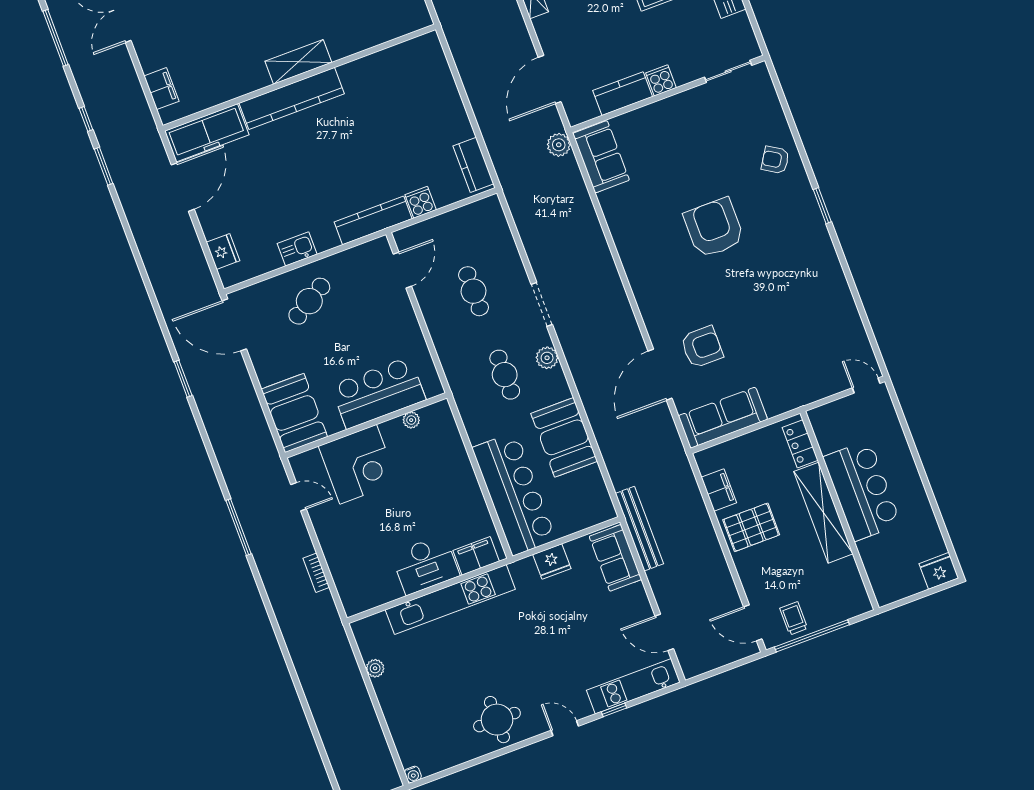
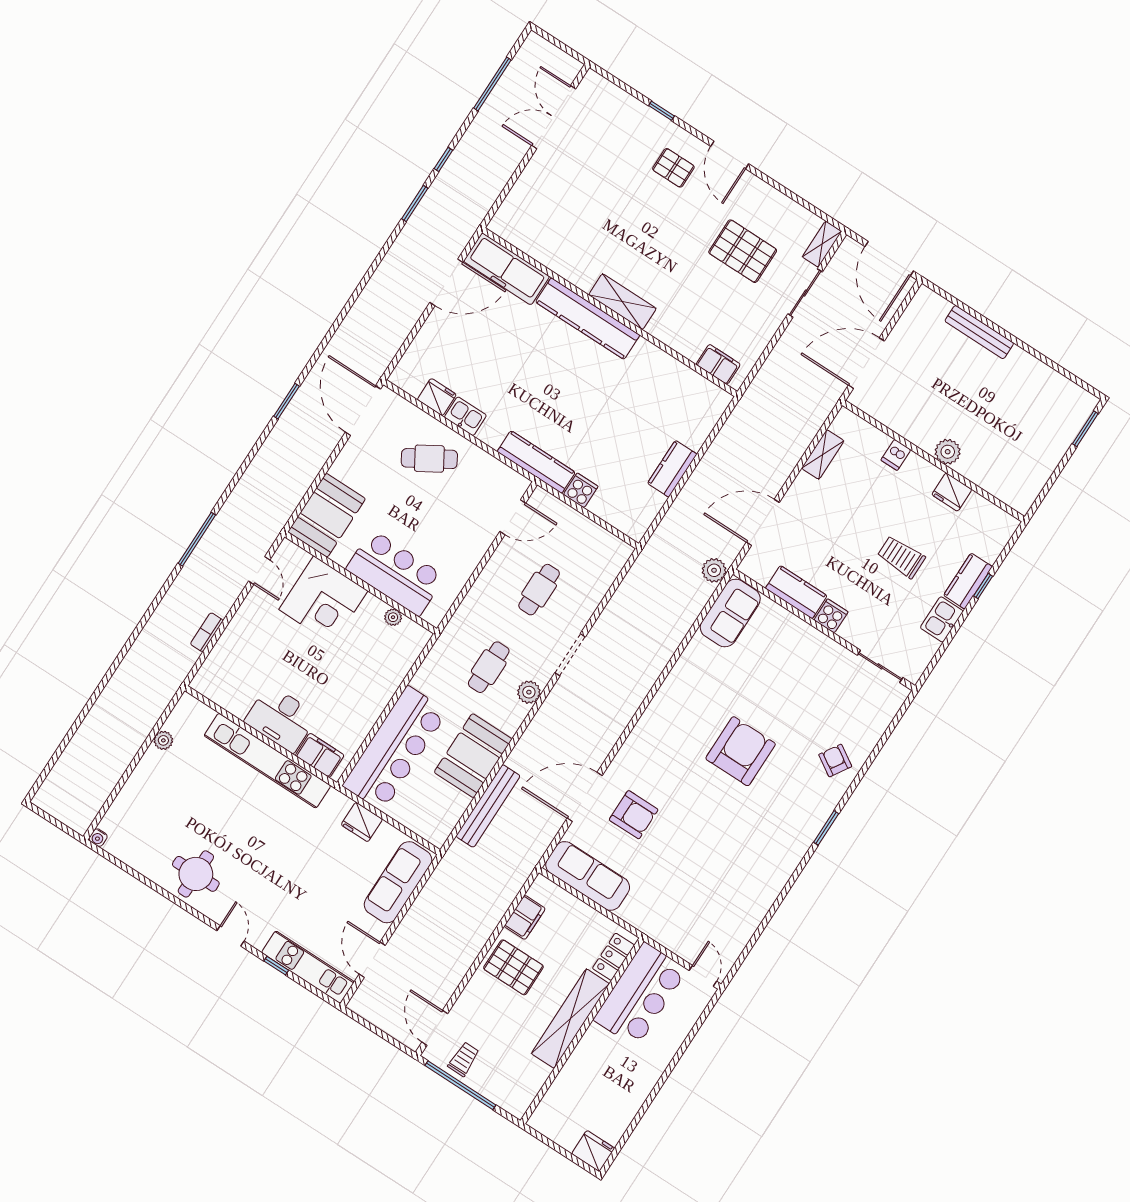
filing cabinet: (161, 89) -> (718, 364), moved, turned -90
kitchen counter: (473, 165) -> (672, 469), moved
fridge: (223, 252) -> (437, 397), moved, turned -90
bar counter: (862, 491) -> (640, 995), moved
bench: (639, 529) -> (488, 806), moved
sofa: (615, 558) -> (398, 882), width x1.36

